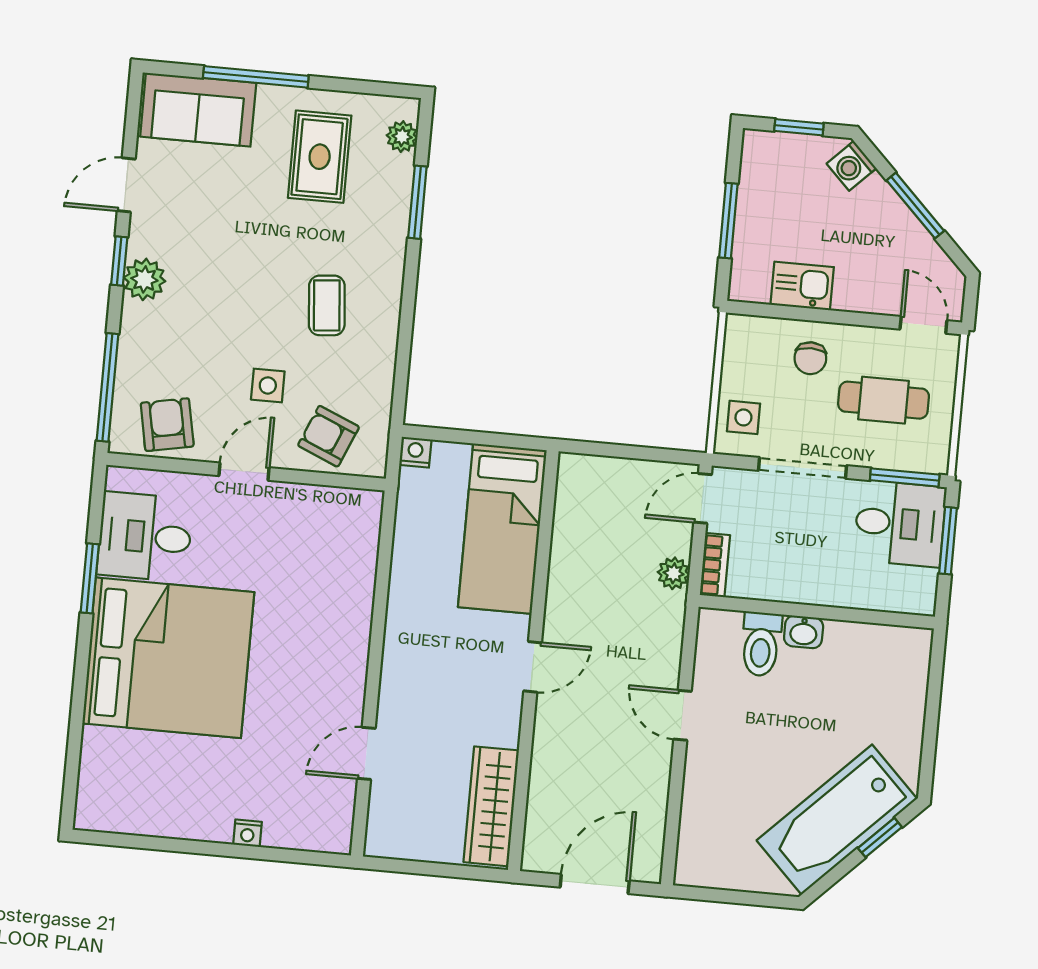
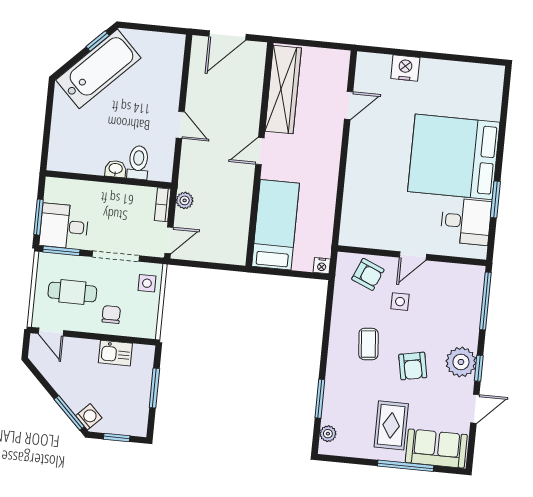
rug: (320, 157) -> (391, 425), moved
window: (915, 206) -> (69, 413), moved
plant: (144, 279) -> (461, 362), width x1.36, depth x1.36
armchair: (167, 425) -> (413, 366), moved
wardrobe: (491, 806) -> (283, 90), width x1.40, depth x1.17
nightstand: (247, 833) -> (405, 68), width x1.89, depth x1.79
window: (880, 838) -> (98, 41), moved

